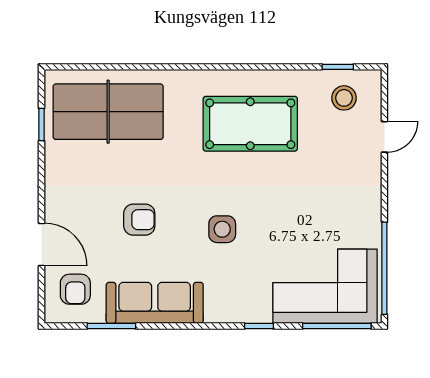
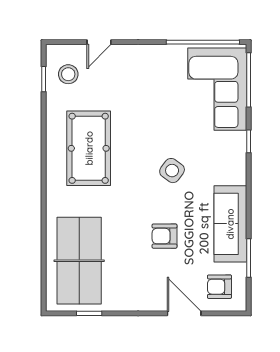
door: (384, 137) -> (99, 42), swing flipped
armchair: (139, 220) -> (164, 236), turned -90
side table: (222, 229) -> (172, 171), turned 36
door: (42, 244) -> (184, 313), hinge flipped
armchair: (75, 289) -> (219, 287), turned 180

